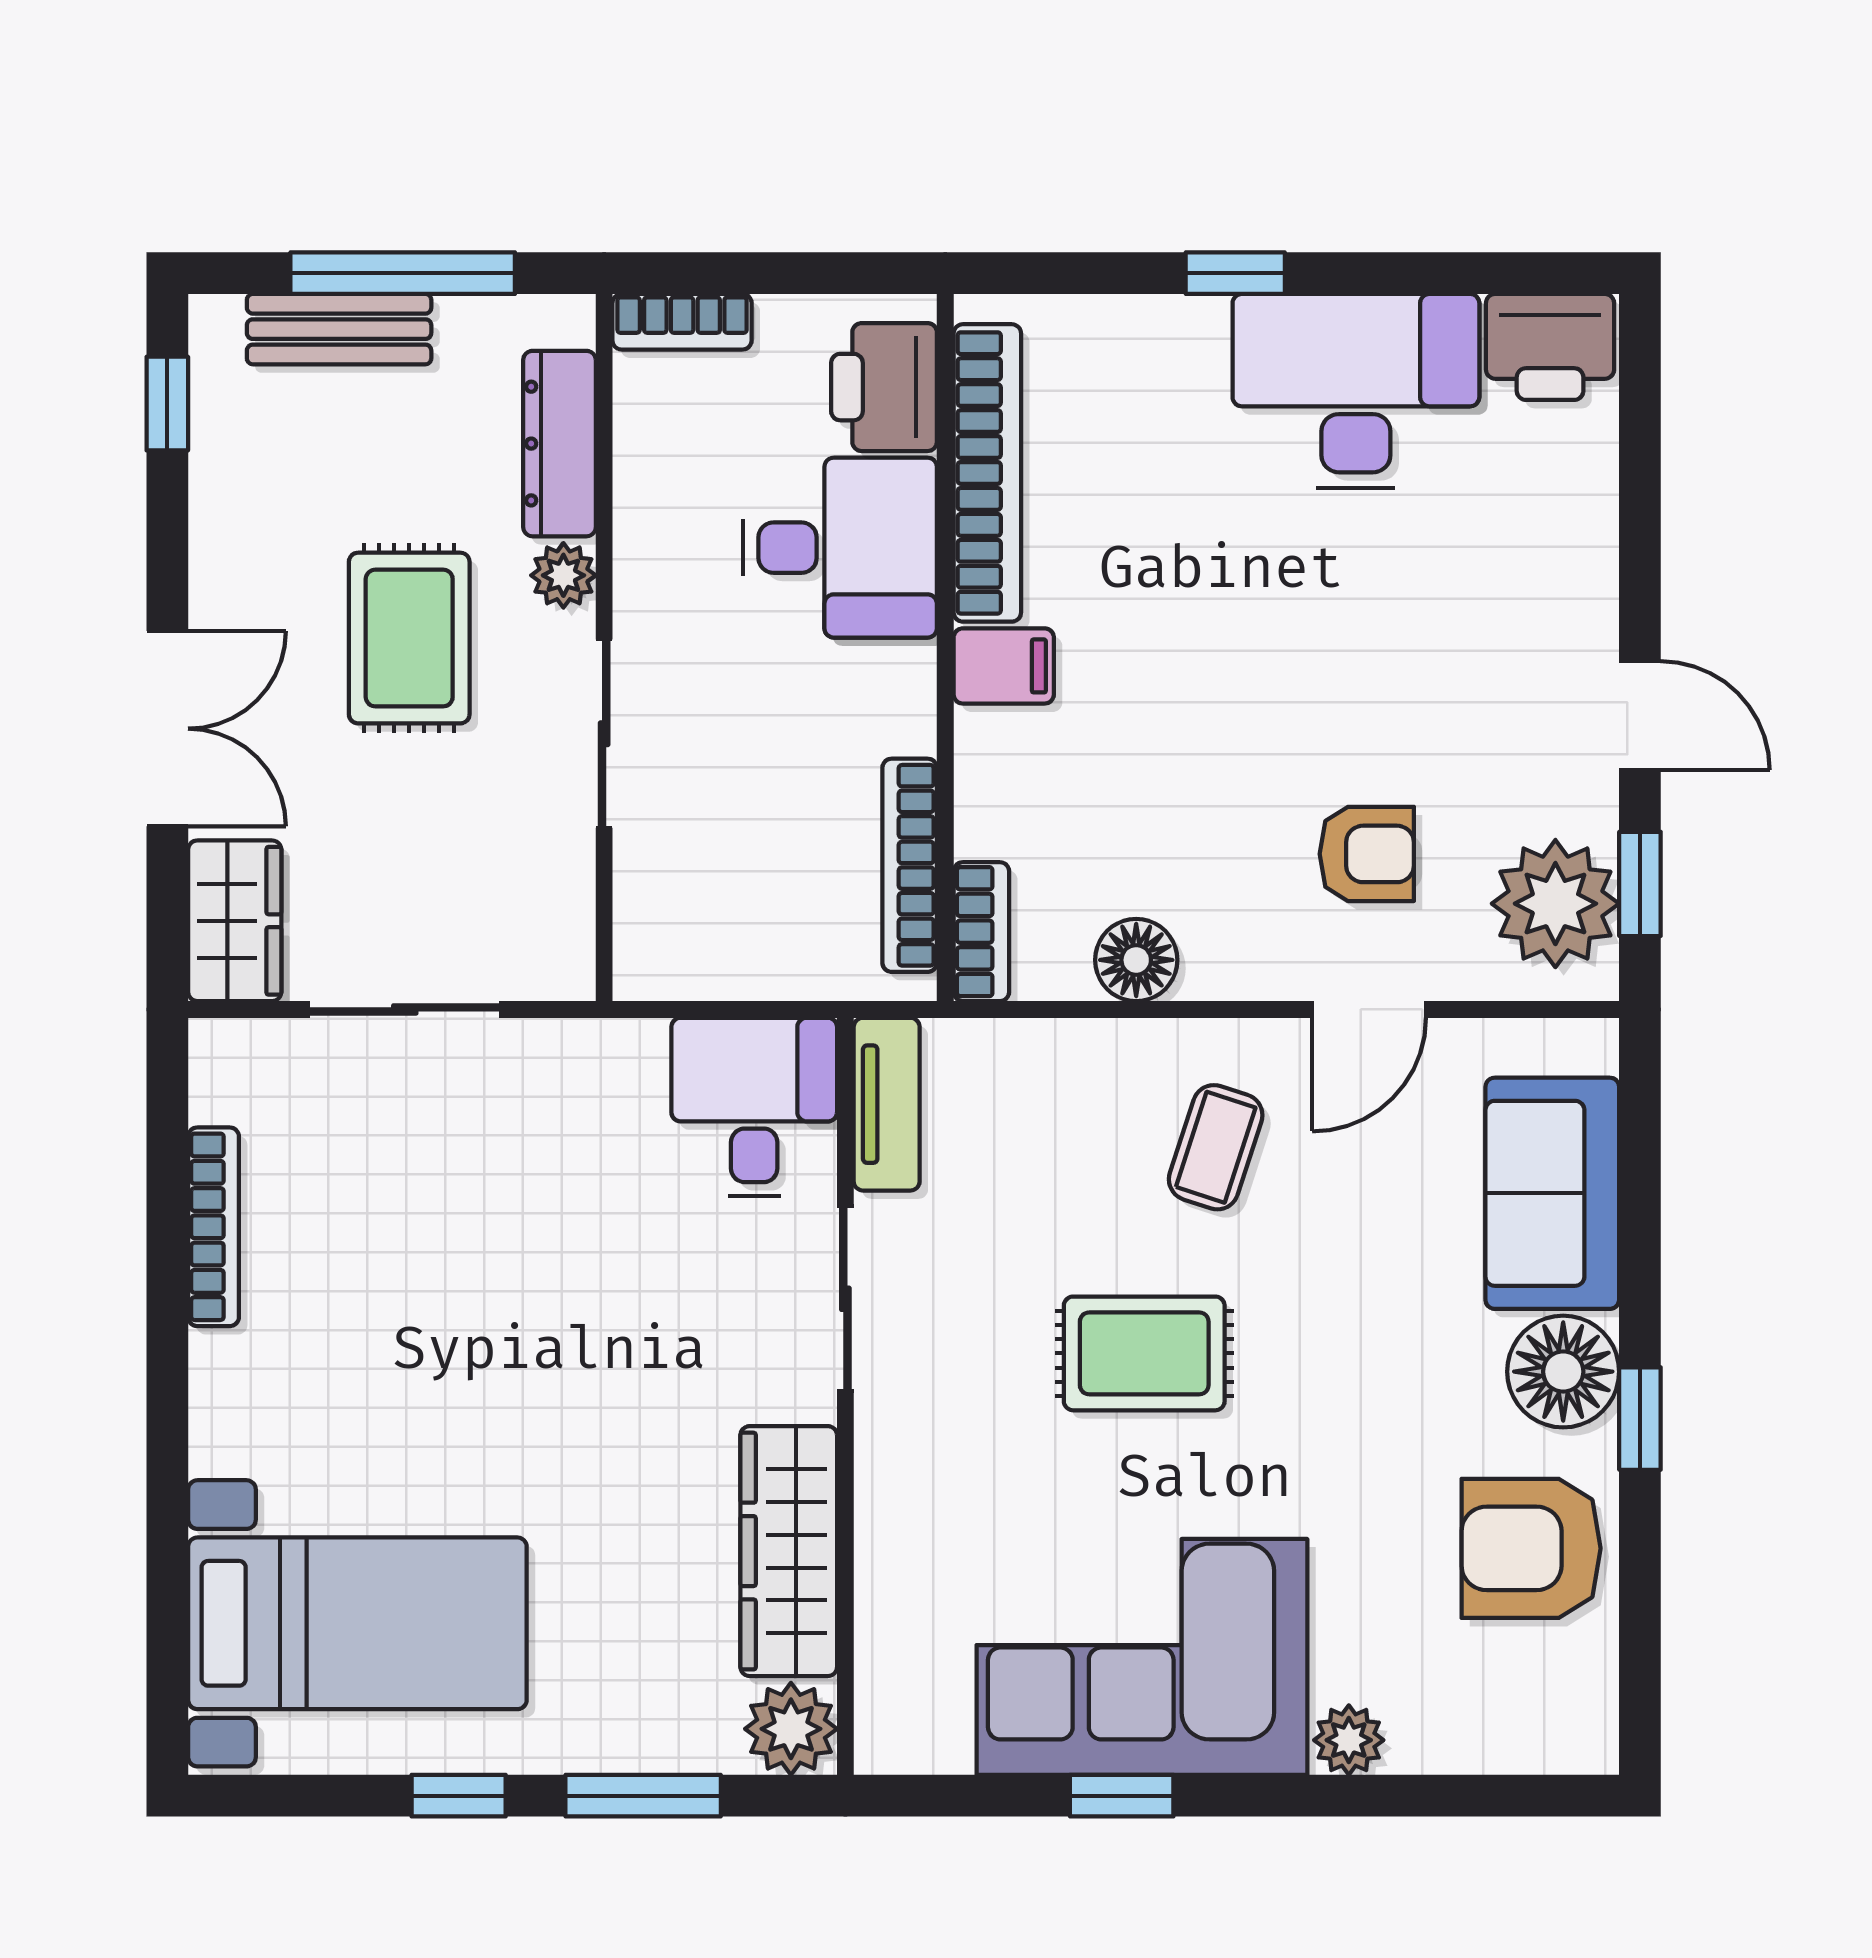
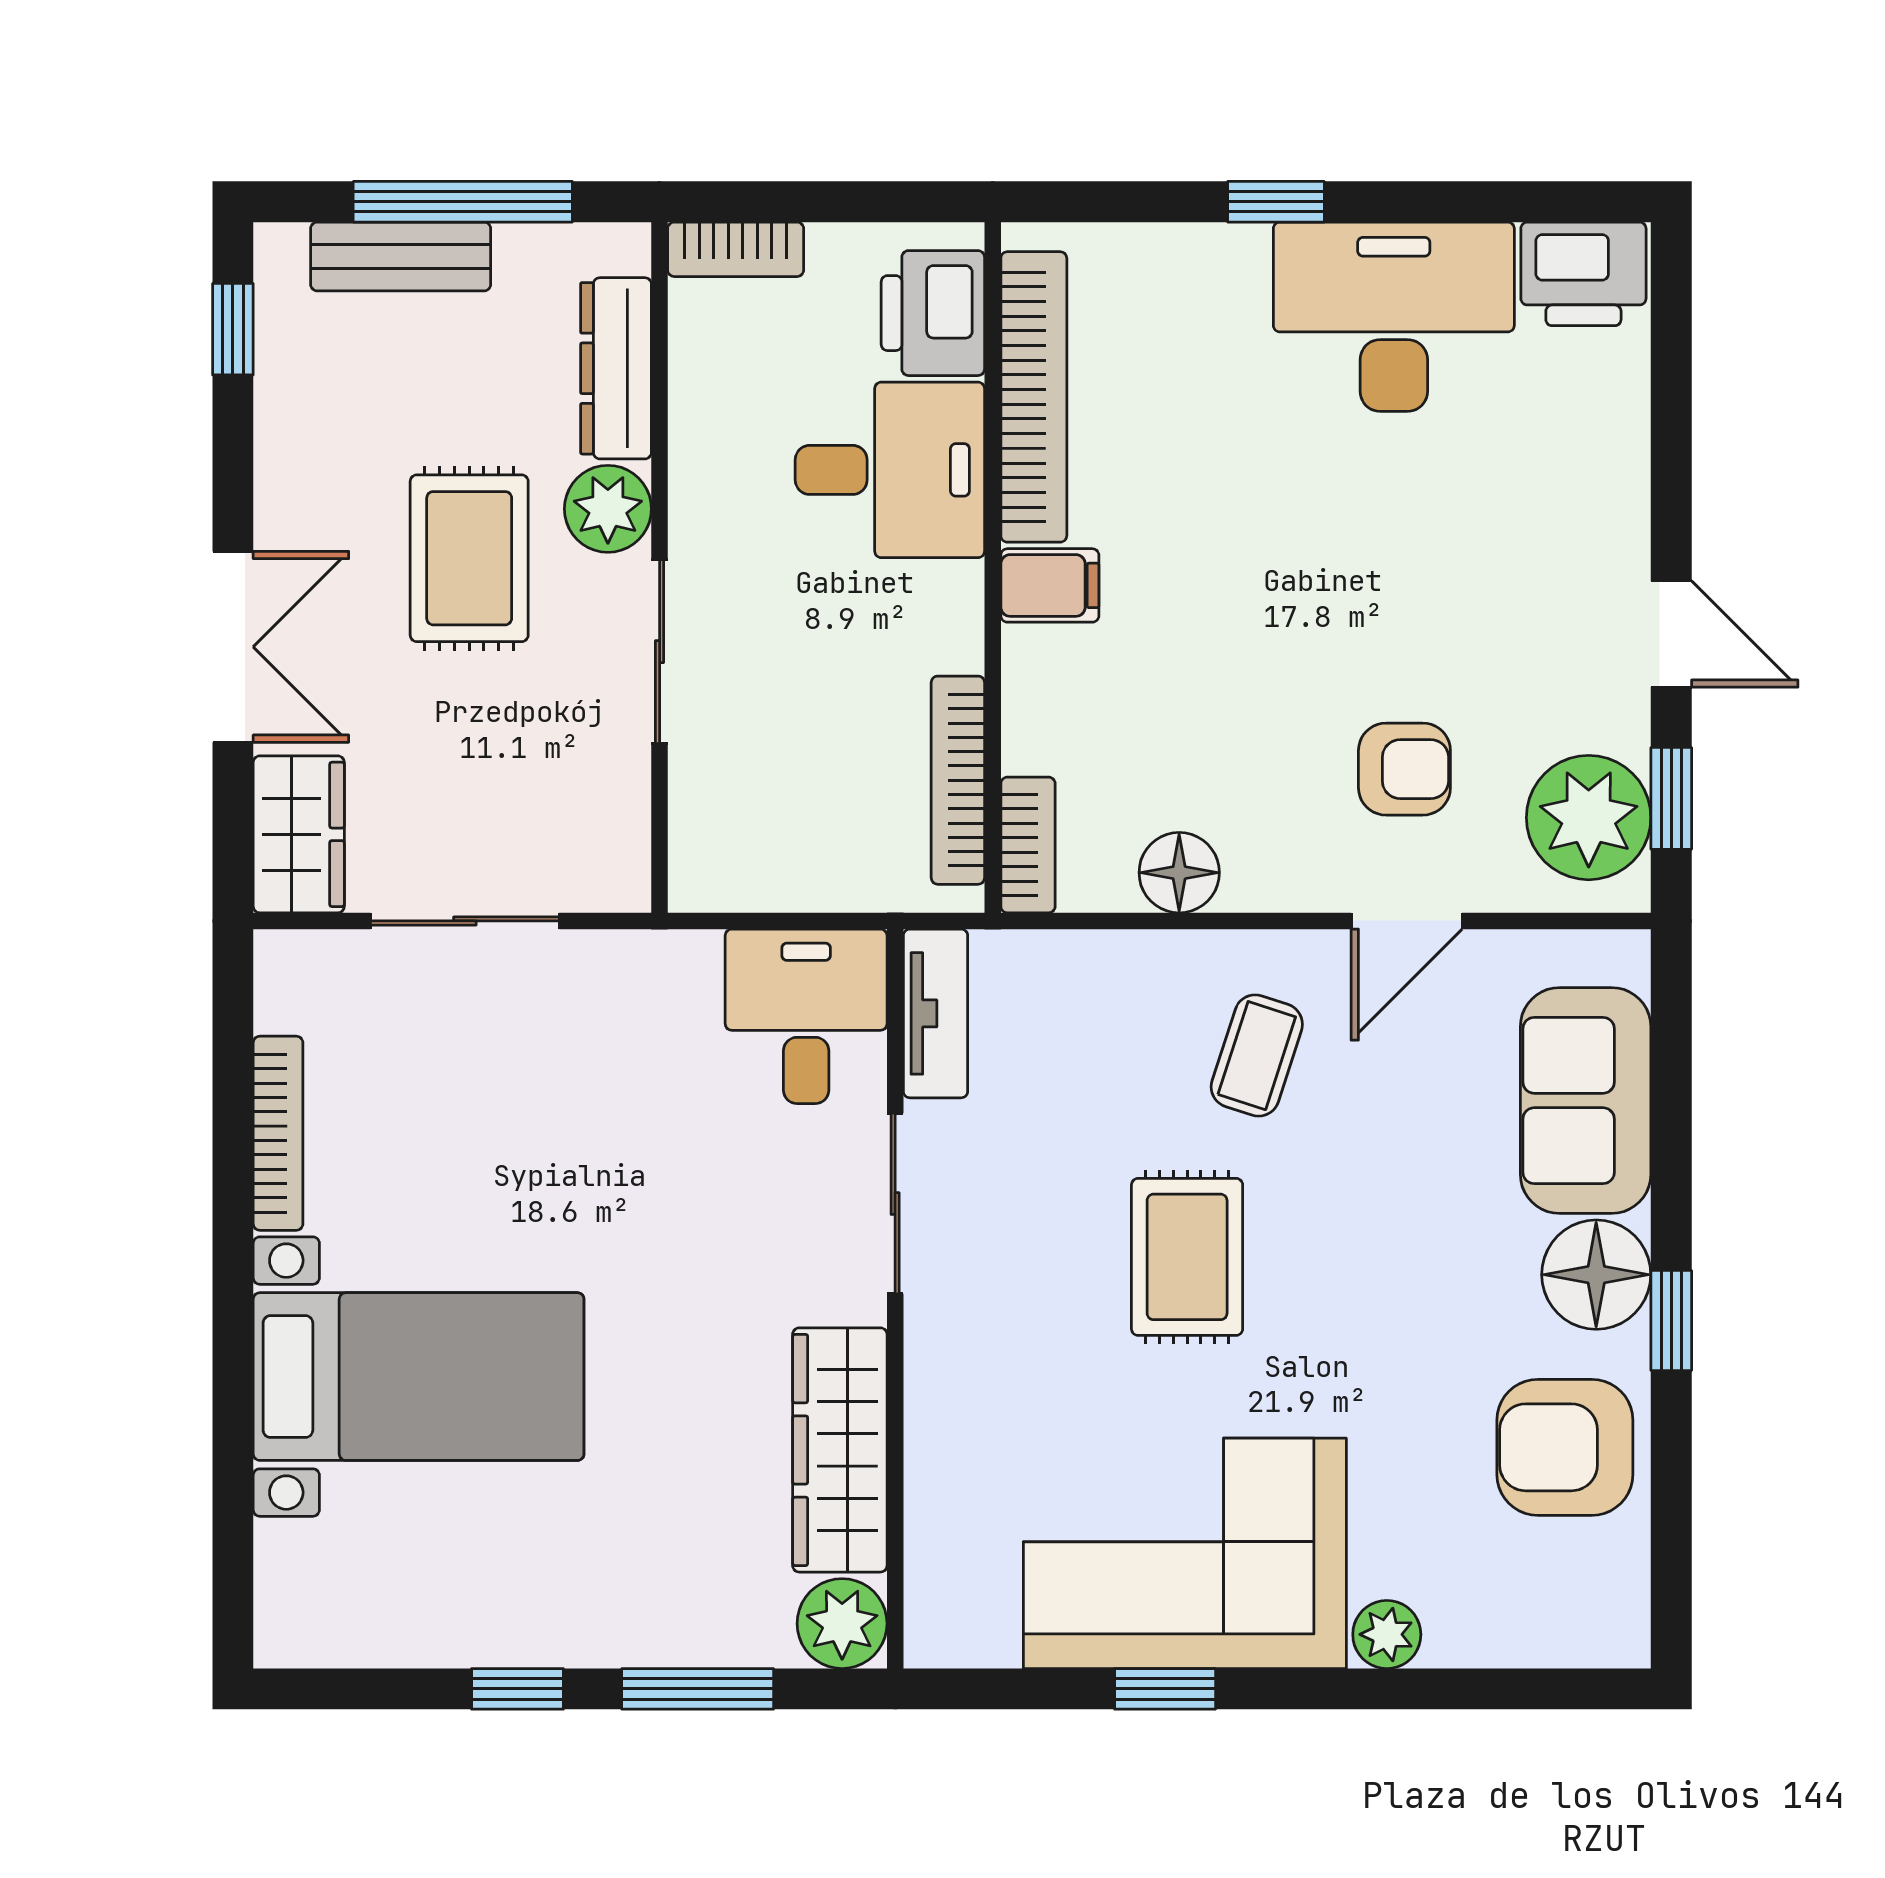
plant: (563, 575) -> (608, 509), width x1.38, depth x1.38
rug: (1144, 1353) -> (1187, 1257), turned 90
bed with nightstands: (357, 1623) -> (419, 1377), moved

